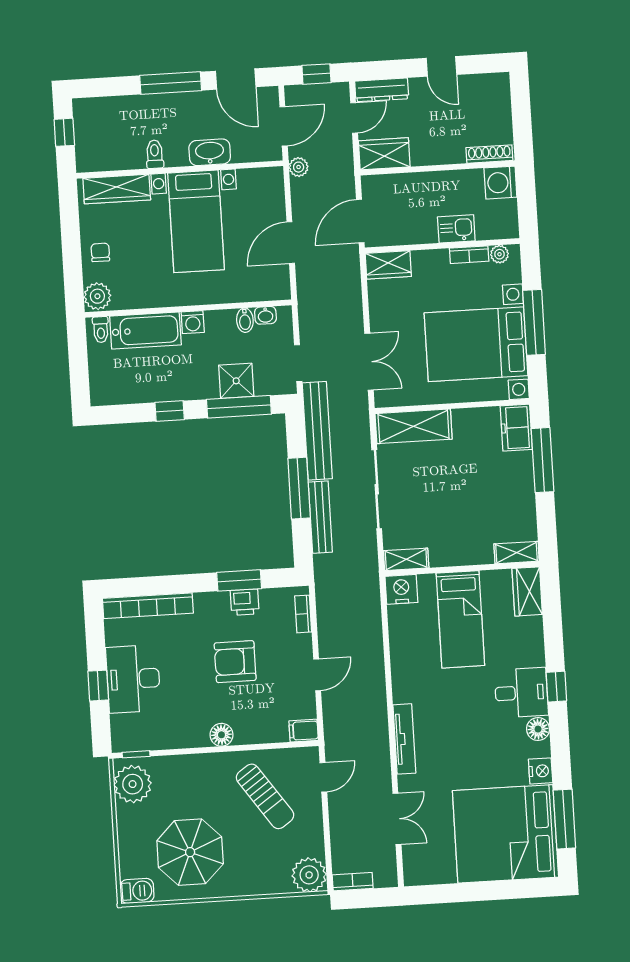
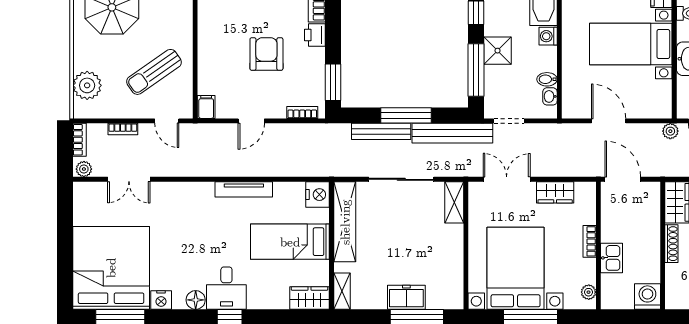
shoe rack: (489, 154) -> (671, 244), moved
bookcase: (469, 255) -> (590, 241), moved
wardrobe: (388, 265) -> (555, 192), moved, turned -90
double door: (369, 362) -> (507, 179), swing flipped
shower: (236, 381) -> (498, 51), moved
shelving: (414, 426) -> (454, 202), width x0.67, depth x0.75
freezer: (516, 428) -> (406, 297), moved
shelving: (406, 559) -> (345, 222), width x2.20, depth x1.33
window: (239, 580) -> (333, 82), moved
printer: (245, 602) -> (315, 35), moved
door: (317, 675) -> (251, 121), hinge flipped
floor lamp: (221, 735) -> (207, 39), removed
tv unit: (404, 739) -> (244, 189), moved
bookcase: (337, 830) -> (123, 129), added
plant: (388, 874) -> (84, 169), added
plant: (309, 875) -> (87, 85), moved

